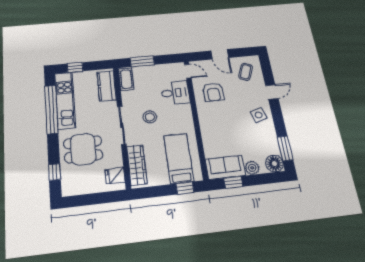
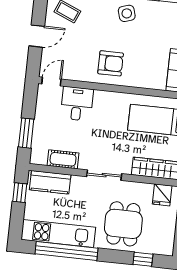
window: (75, 67) -> (20, 193), moved
cot: (126, 79) -> (63, 159), moved
armchair: (213, 92) -> (111, 63), moved
stool: (150, 117) -> (101, 141), removed
sliding door: (122, 125) -> (104, 175), width x0.73

